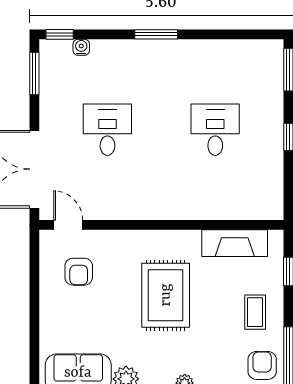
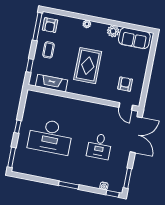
desk: (215, 130) -> (50, 137), width x1.87, depth x1.30

